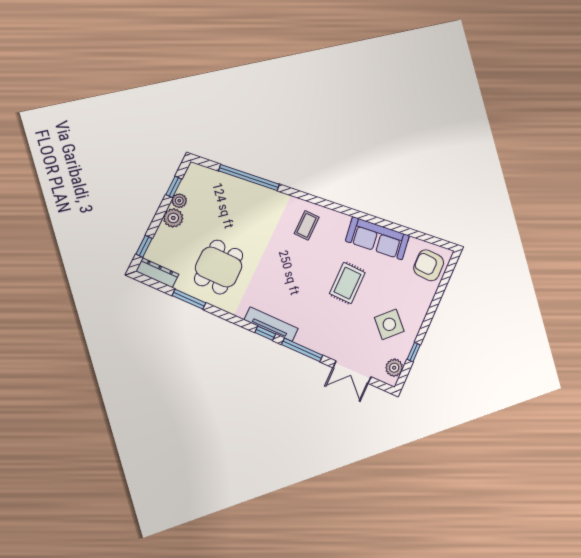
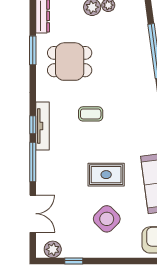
coffee table: (307, 225) -> (91, 114), moved
side table: (389, 324) -> (107, 219), moved
double door: (352, 372) -> (33, 214), swing flipped

